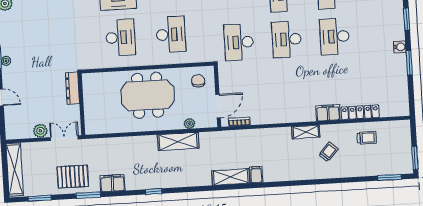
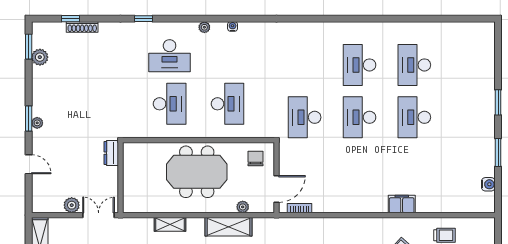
water cooler: (400, 47) -> (488, 184), moved
dresser: (72, 88) -> (111, 153), width x0.70
locker: (360, 112) -> (438, 206), removed
shelving: (306, 132) -> (170, 224), moved

